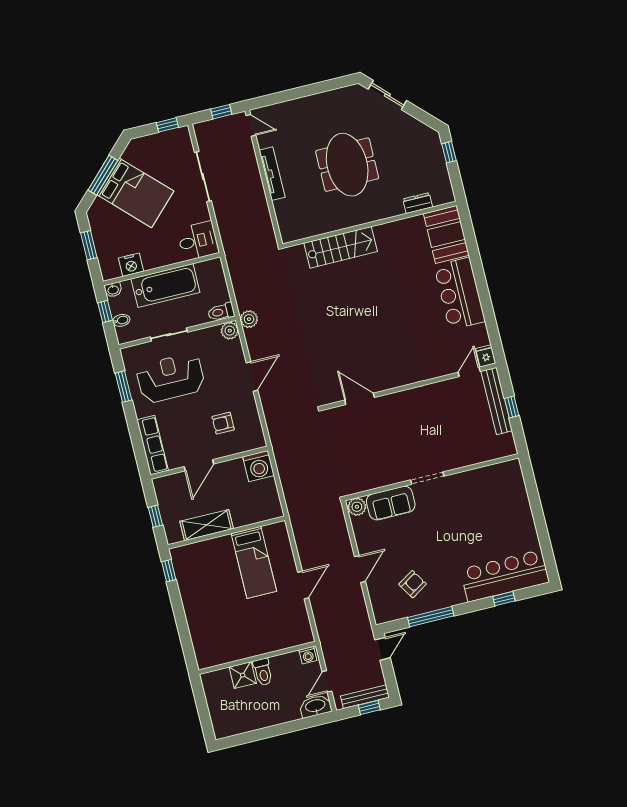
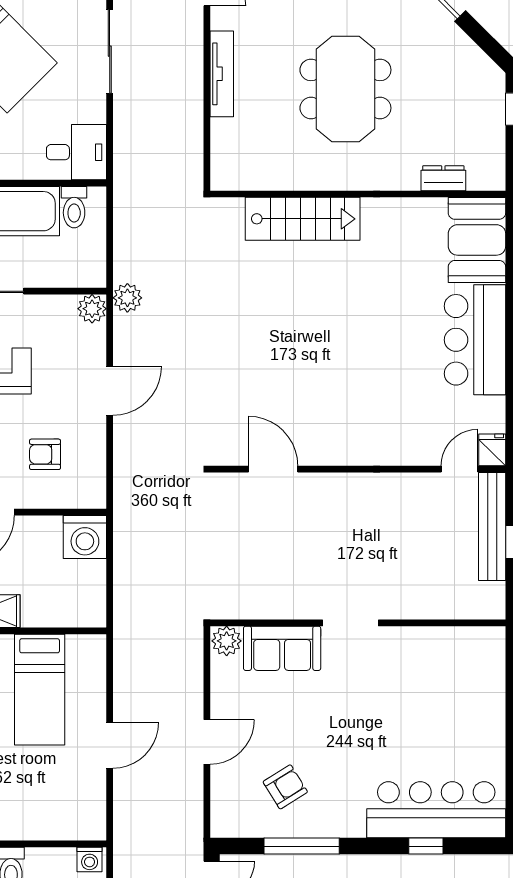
toilet: (221, 312) -> (74, 207), moved, turned -90

